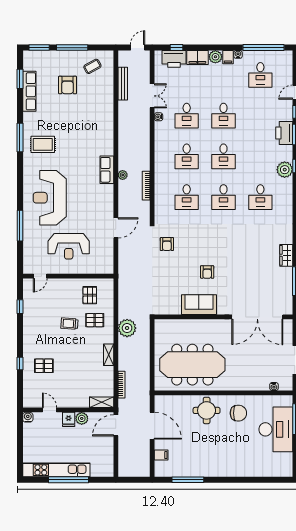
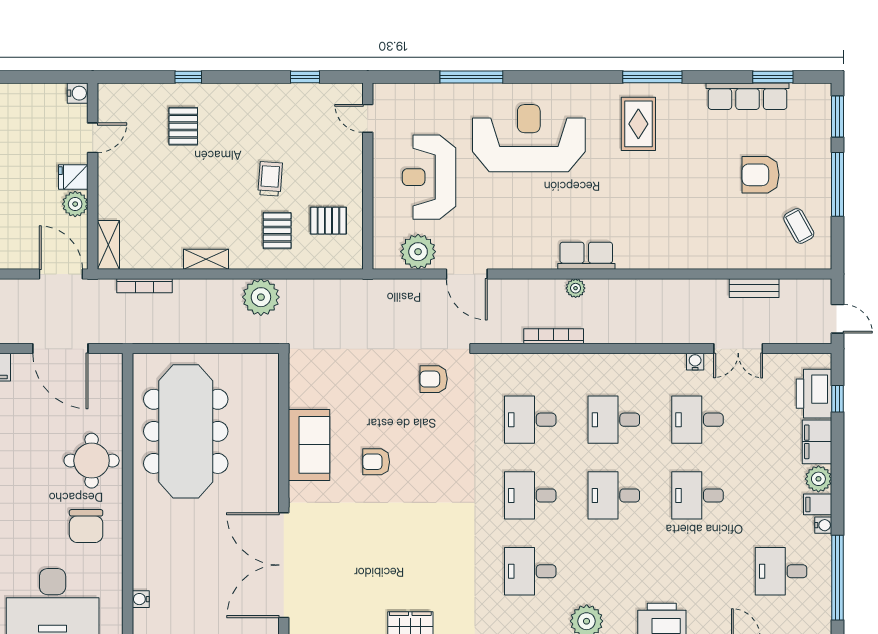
bench: (123, 84) -> (754, 288), width x0.73
plant: (105, 252) -> (418, 252), added
door: (152, 426) -> (60, 349), hinge flipped

